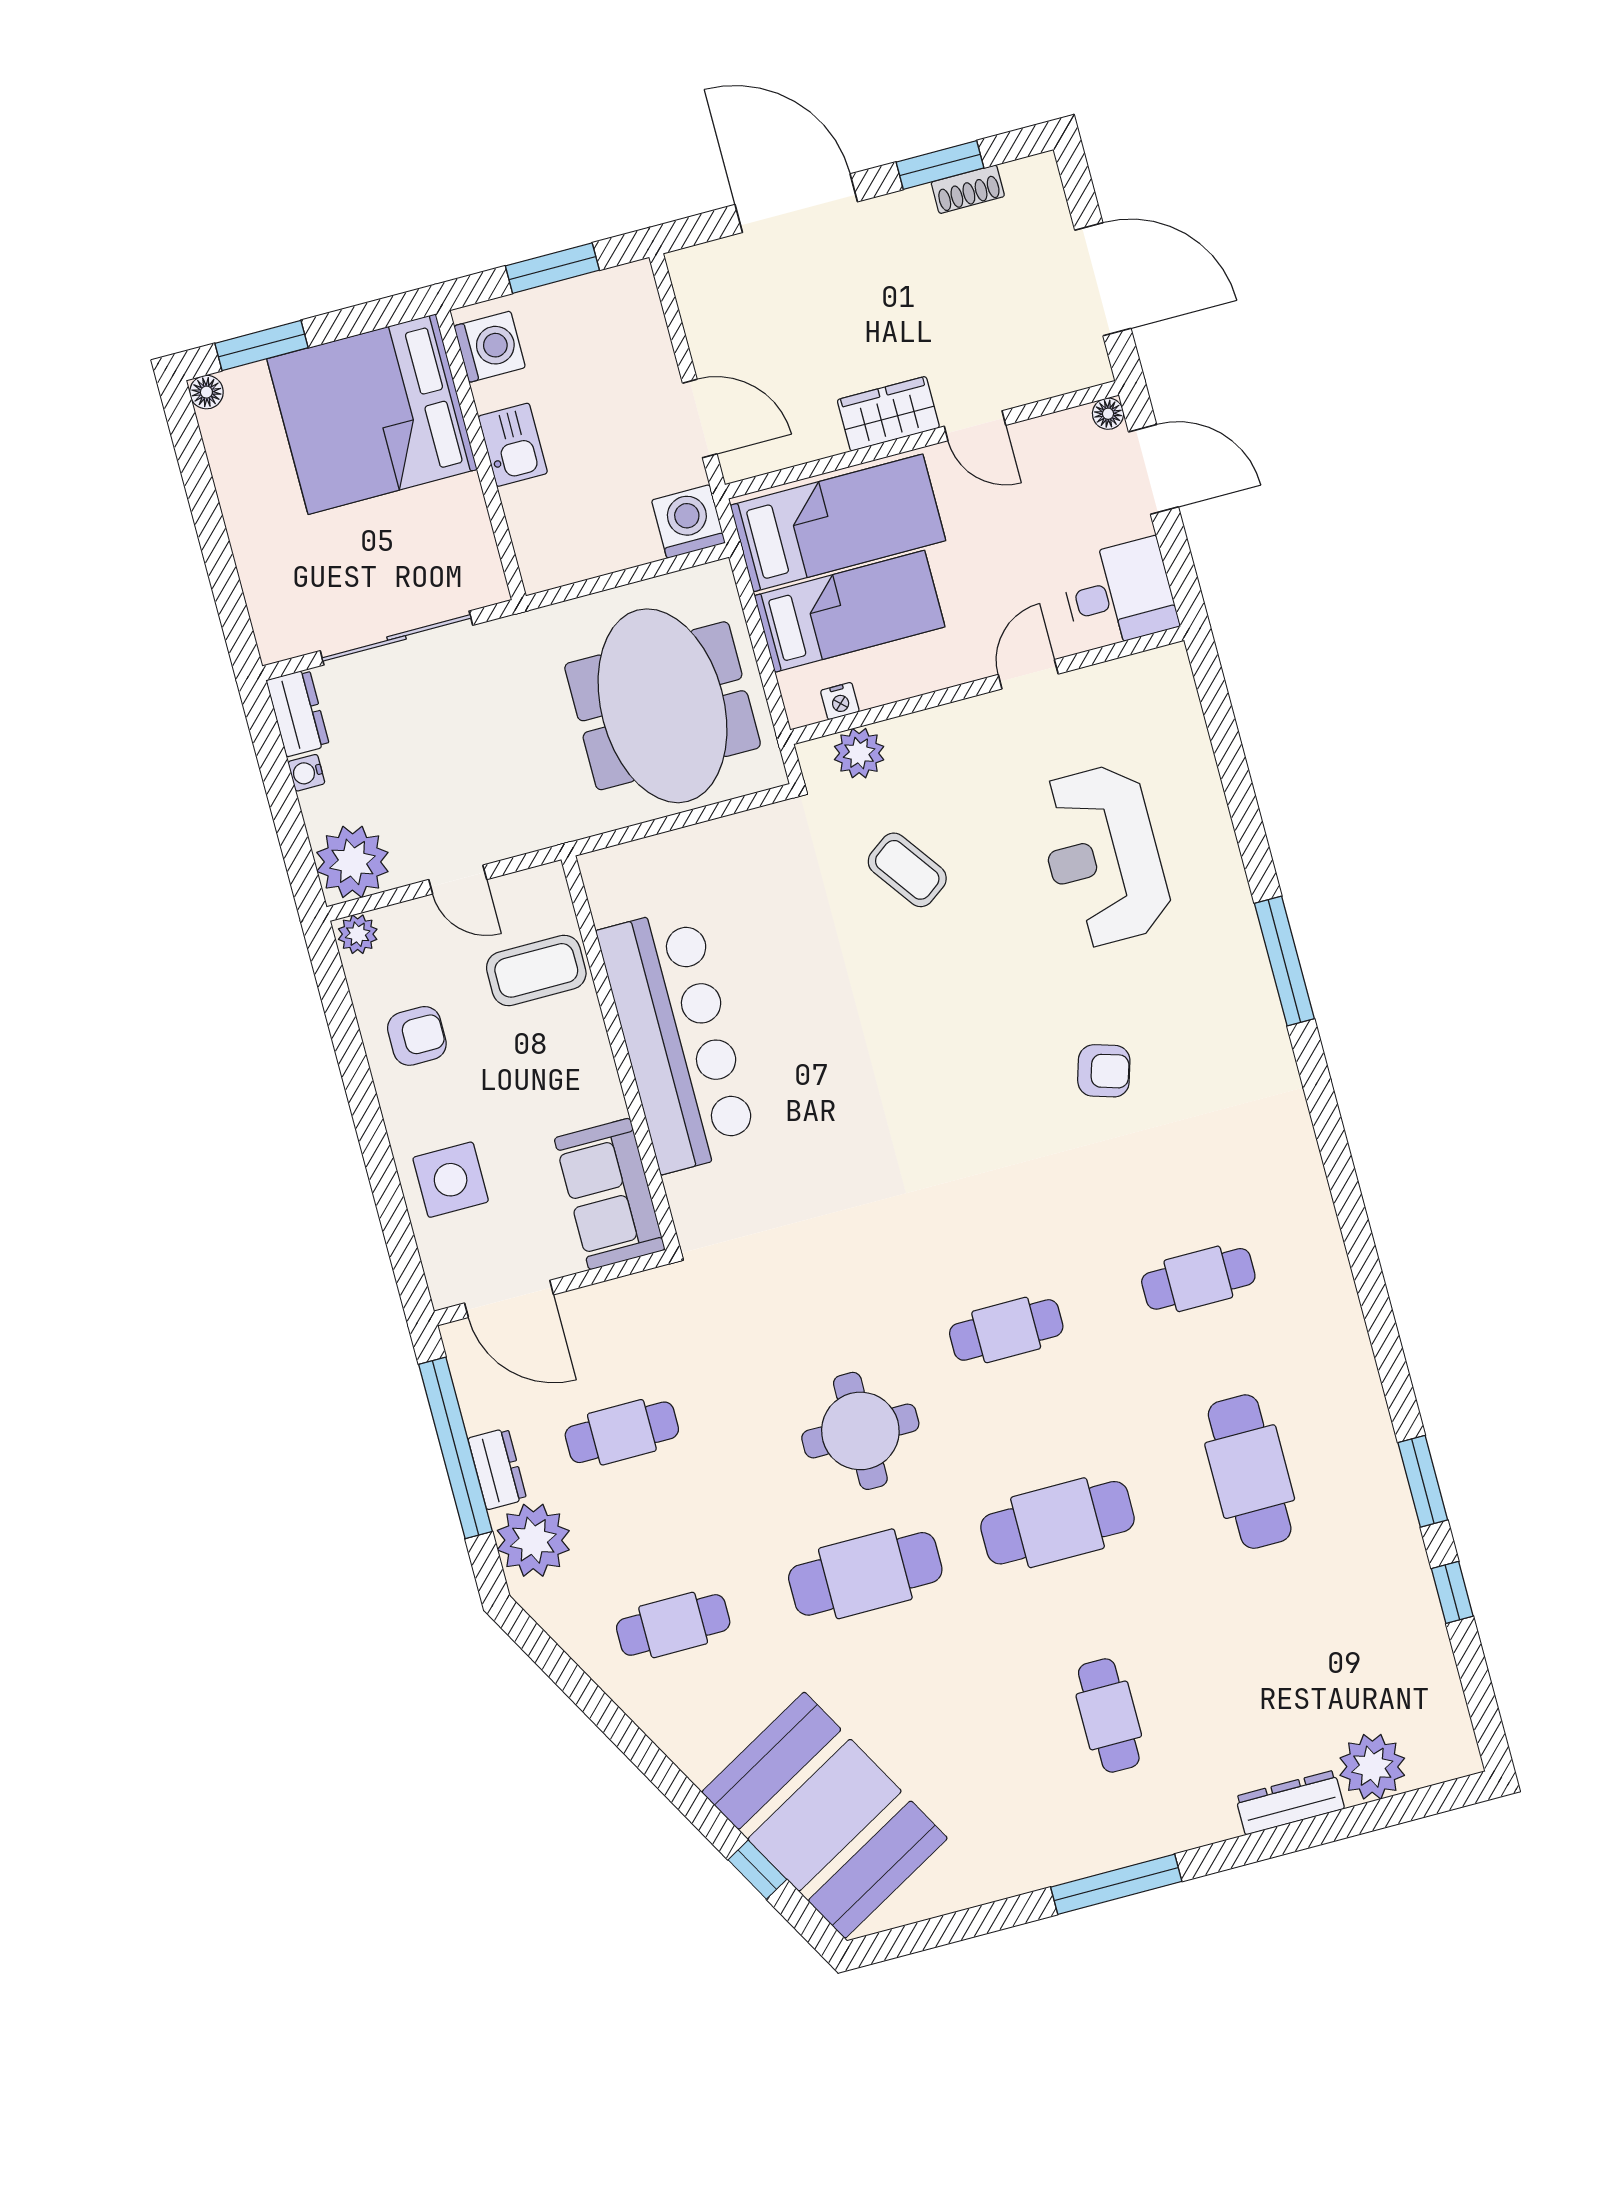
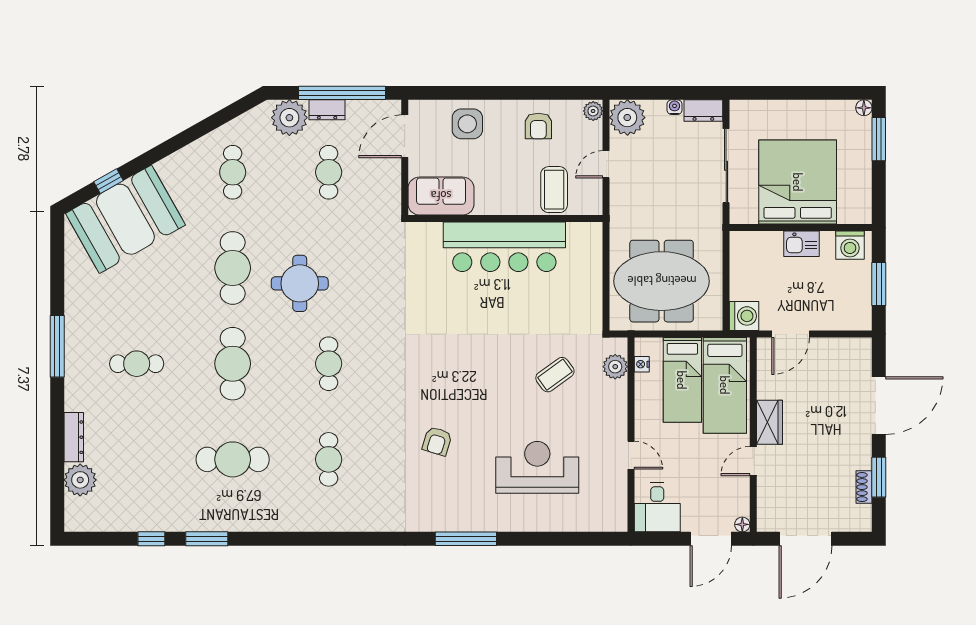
bed: (372, 414) -> (798, 182), moved

